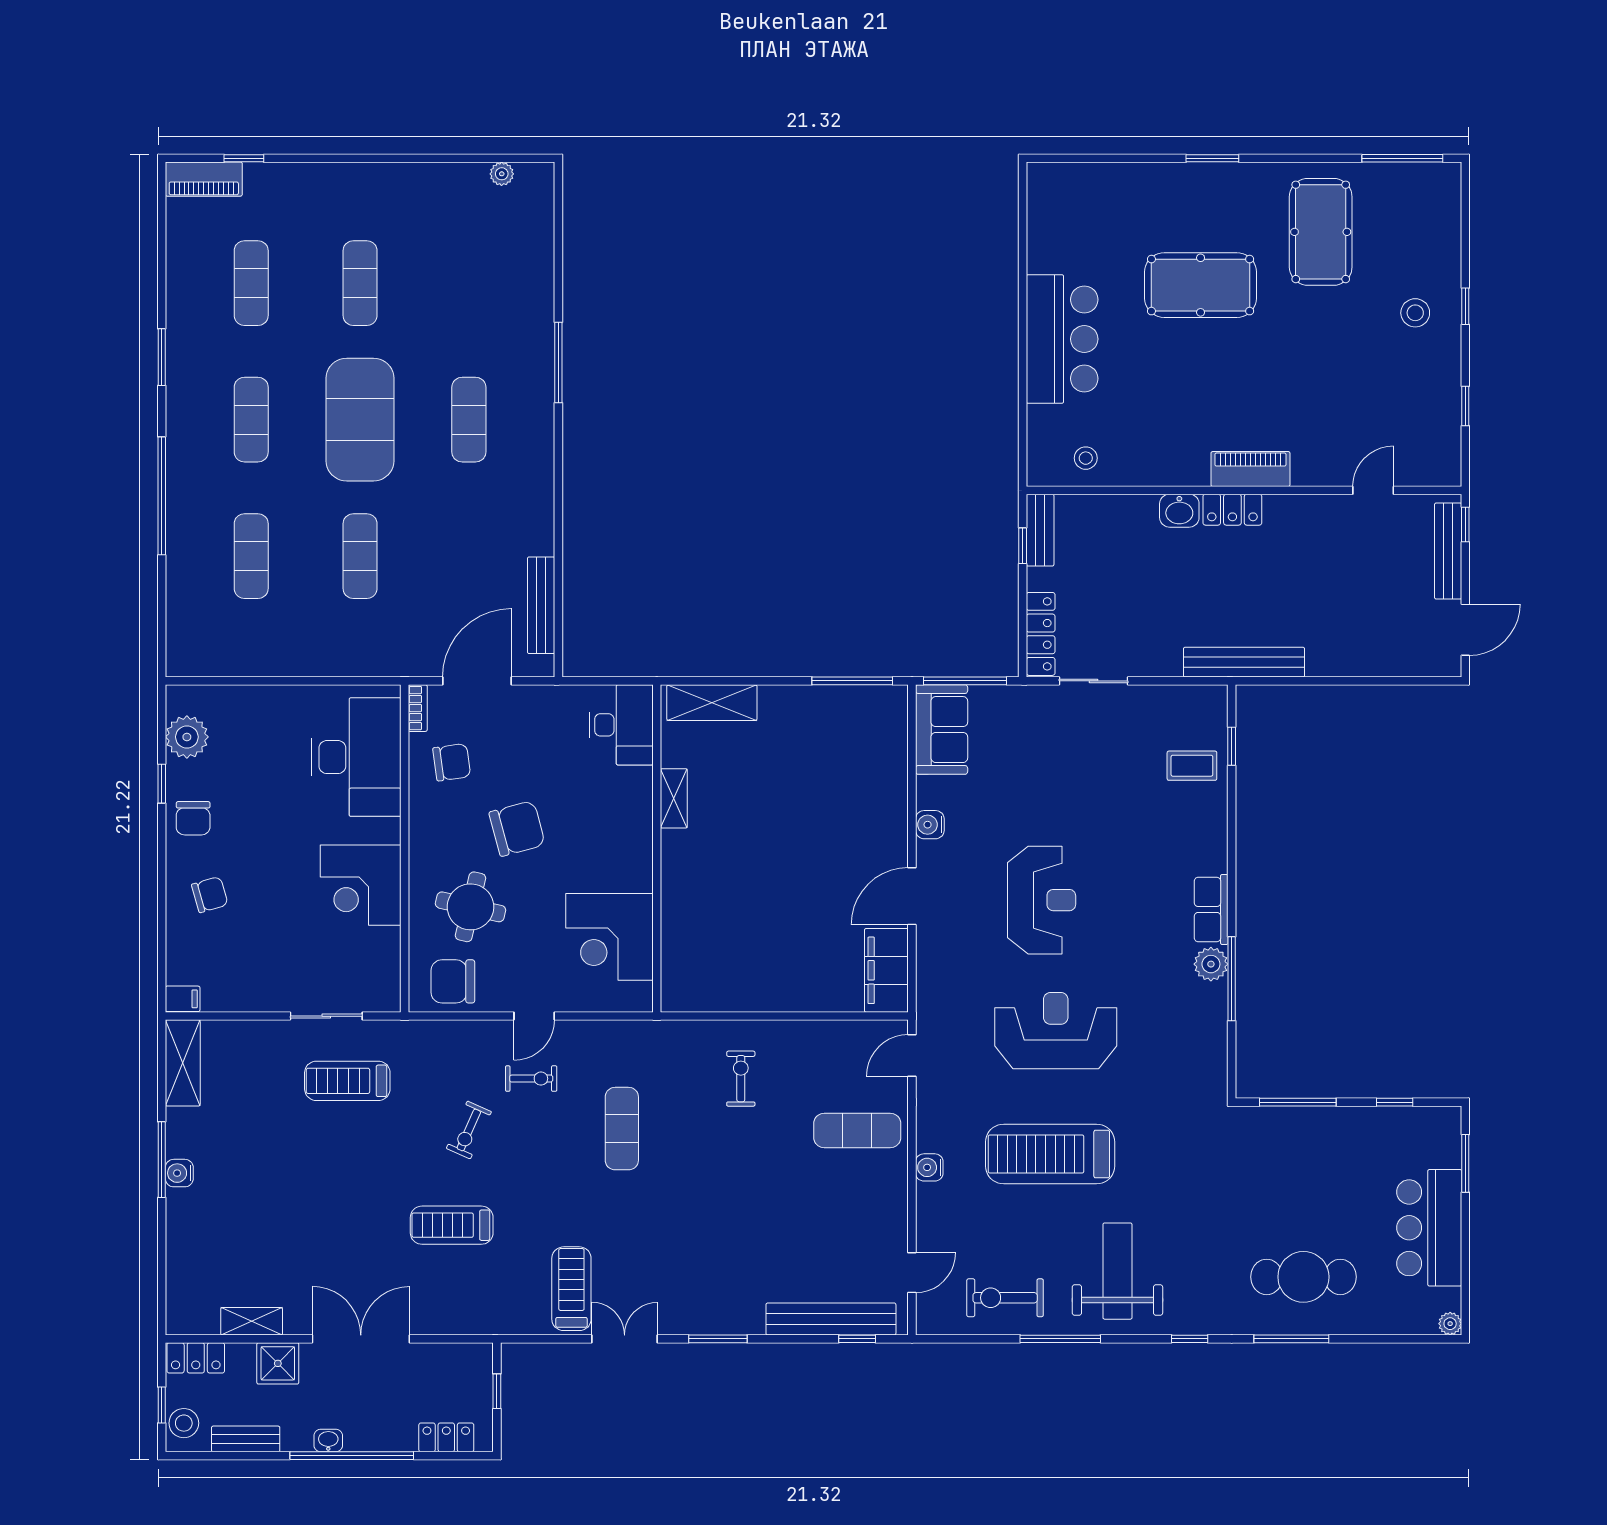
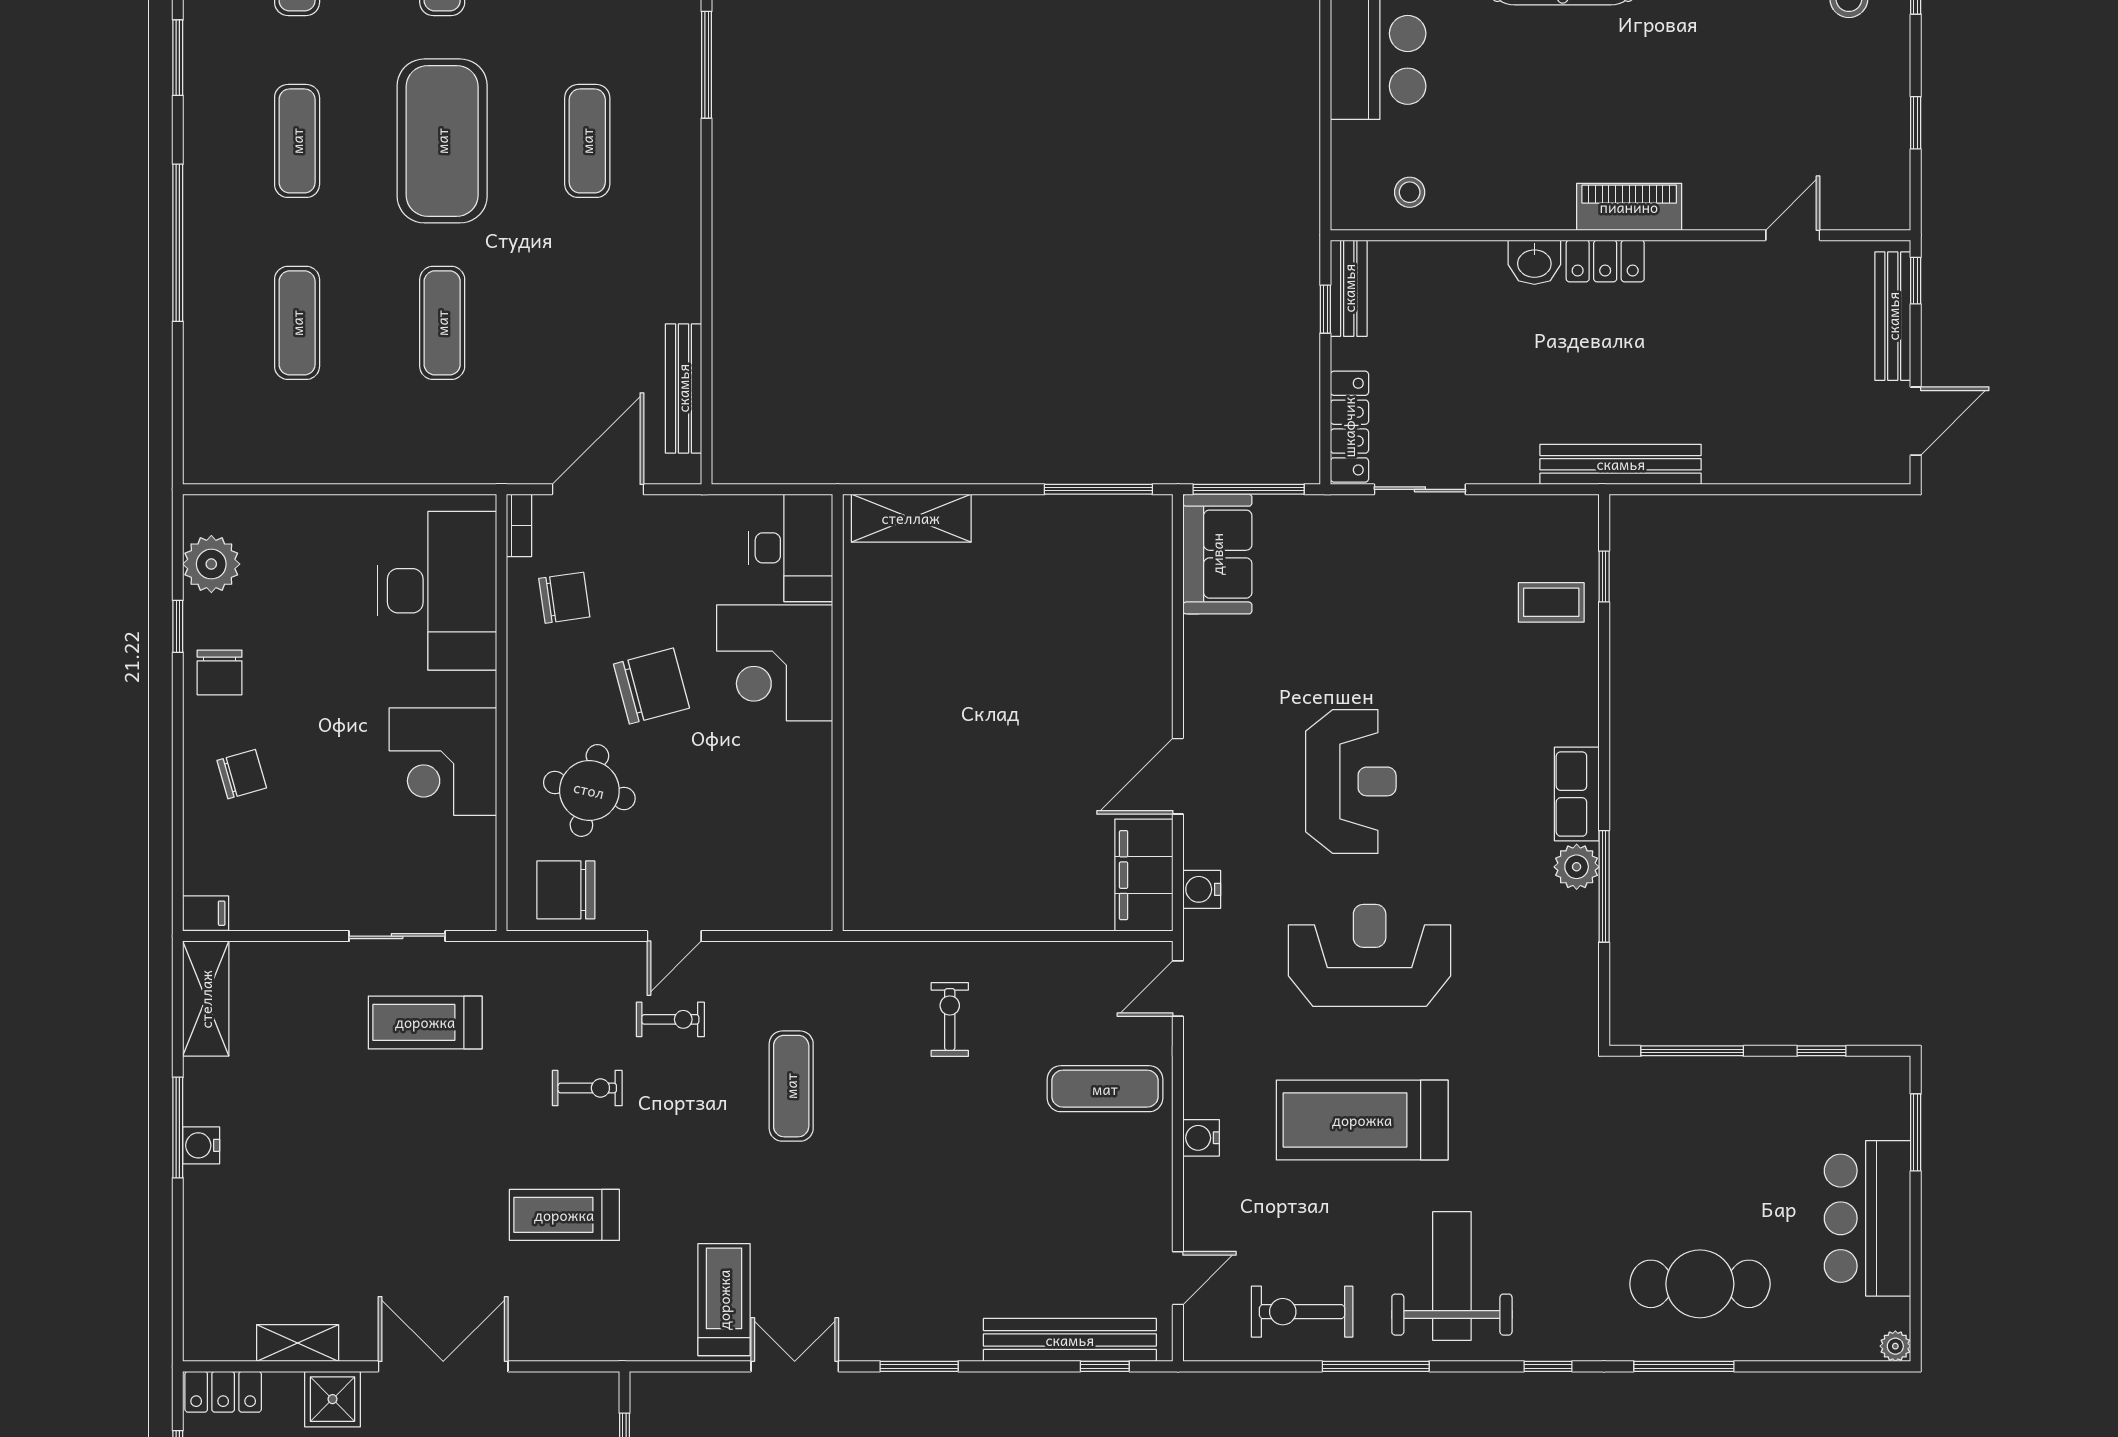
shelving: (674, 798) -> (860, 646), removed
water cooler: (930, 825) -> (1202, 889), moved
corner desk: (609, 937) -> (775, 663), moved
exercise bike: (469, 1130) -> (587, 1088), turned -114

